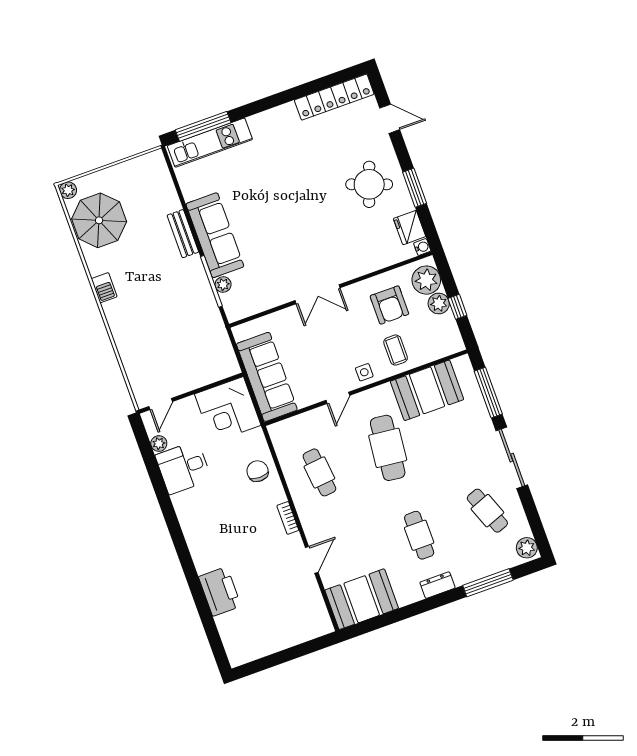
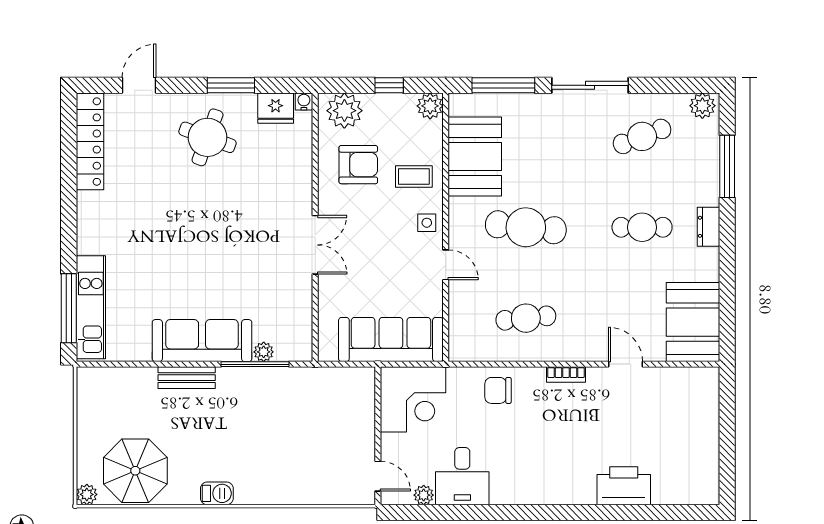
plant: (439, 304) -> (430, 106), moved

